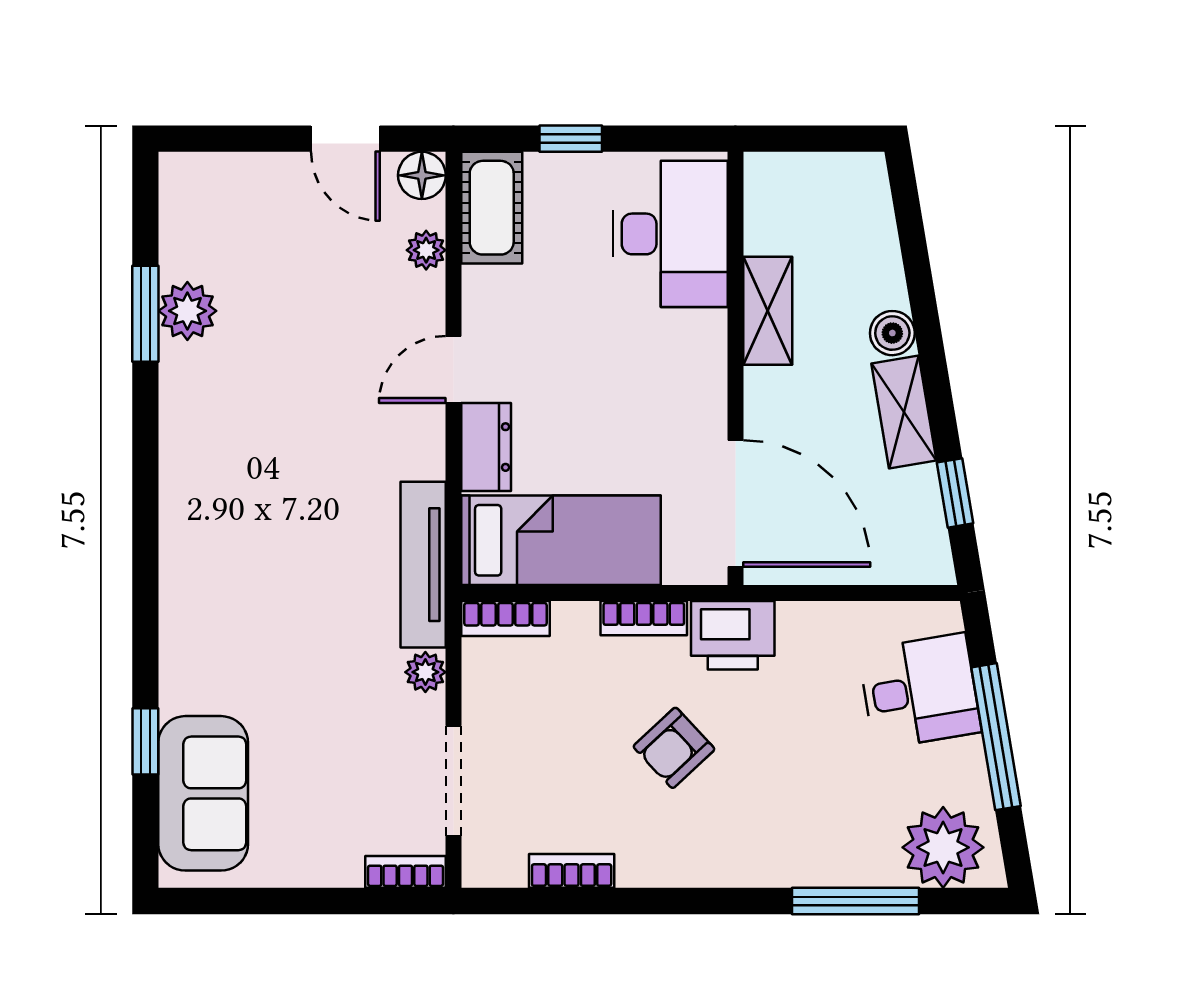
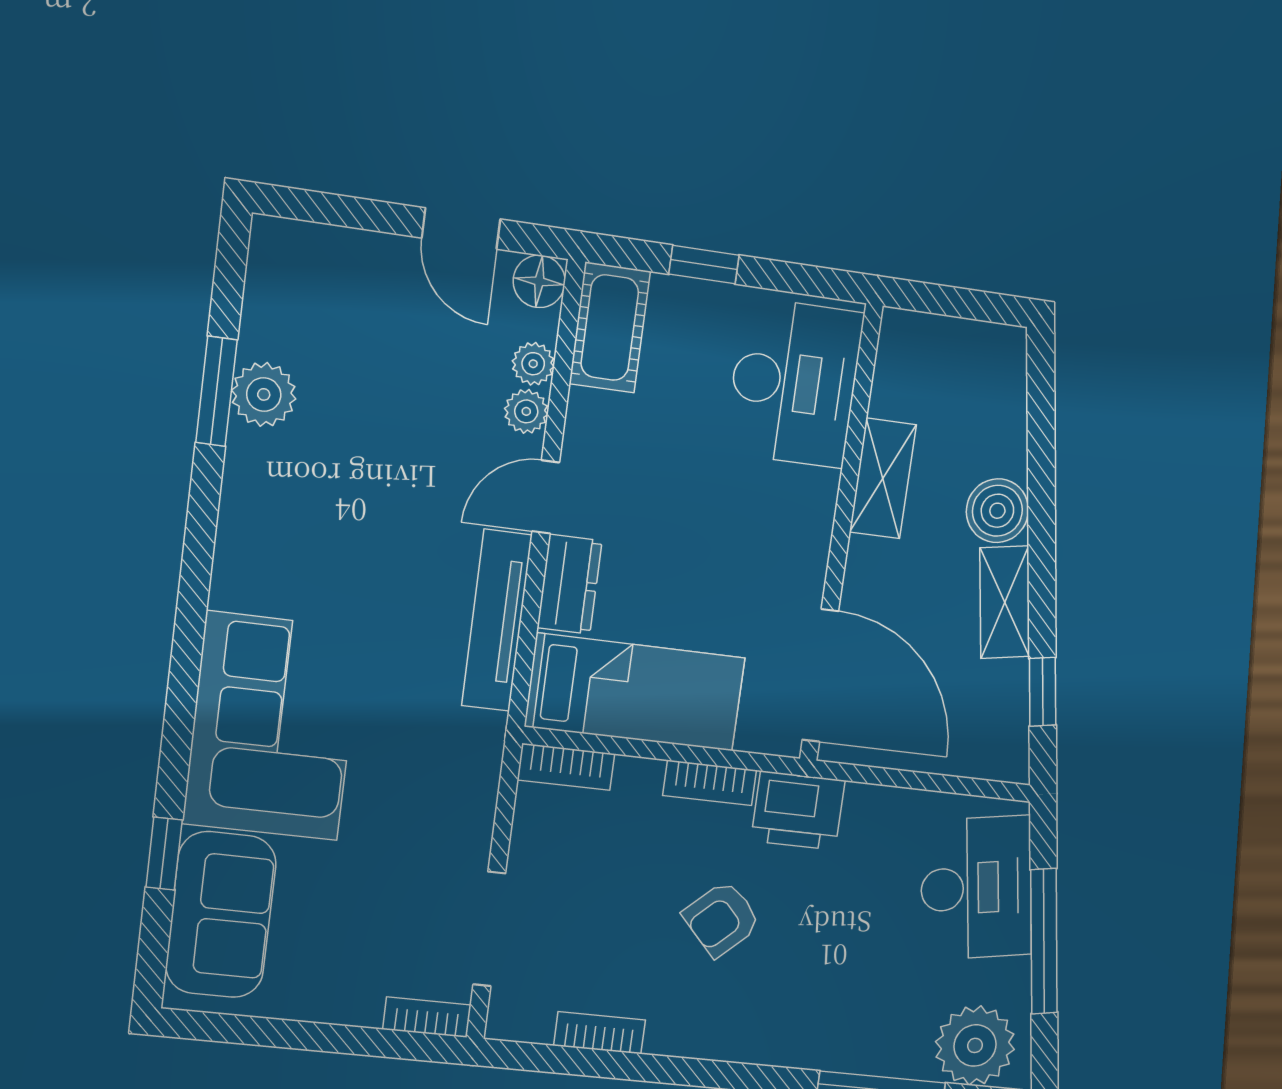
boiler: (892, 333) -> (997, 511), width x1.36, depth x1.36
tv unit: (423, 565) -> (497, 620), moved
corner sofa: (230, 612) -> (272, 726), added
plant: (425, 672) -> (526, 411), moved
desk: (920, 691) -> (976, 888), width x1.37

